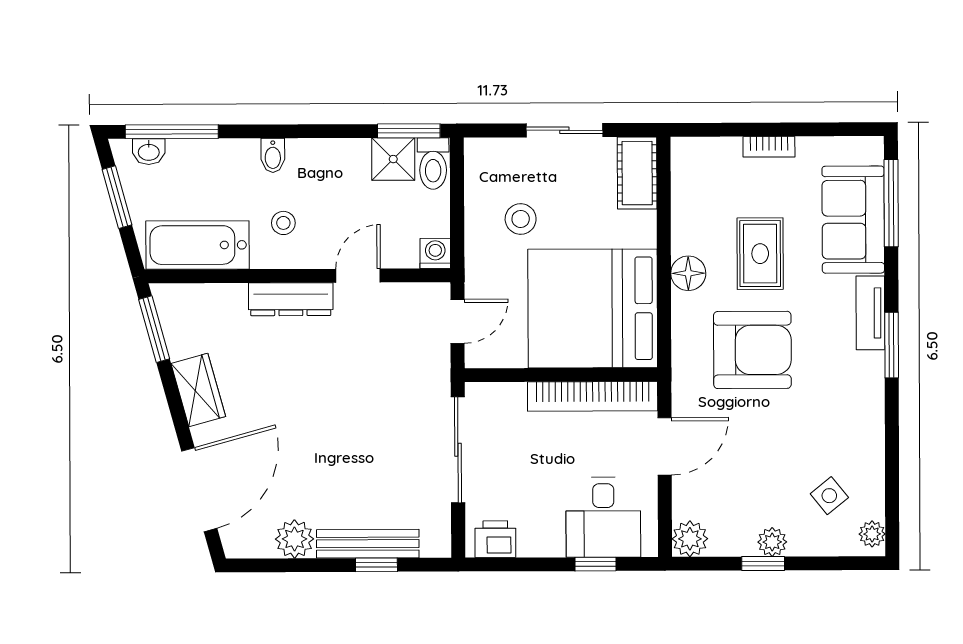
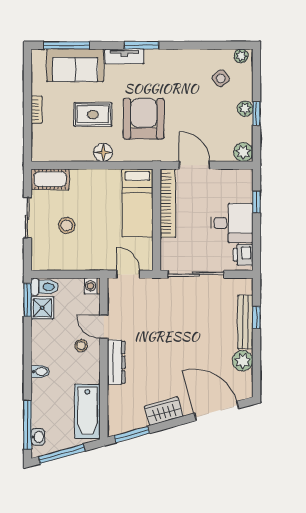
window: (117, 197) -> (62, 454), width x1.44
stool: (521, 219) -> (67, 225), moved
stool: (283, 223) -> (81, 345), moved
bed: (593, 308) -> (137, 203), width x0.49
desk: (603, 517) -> (232, 223), moved

